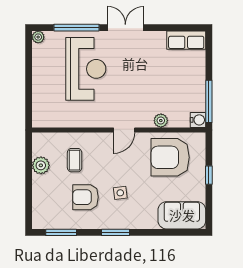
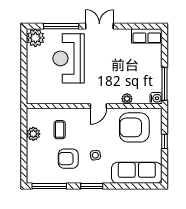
plant: (38, 37) -> (35, 38), width x1.88, depth x1.88
reception desk: (86, 69) -> (68, 58), turned 180
sofa: (182, 215) -> (137, 173), width x1.36
window: (61, 232) -> (49, 186), width x1.44

